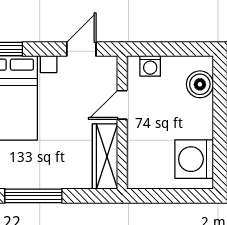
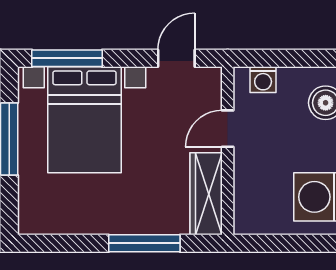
window: (33, 196) -> (144, 243), moved

